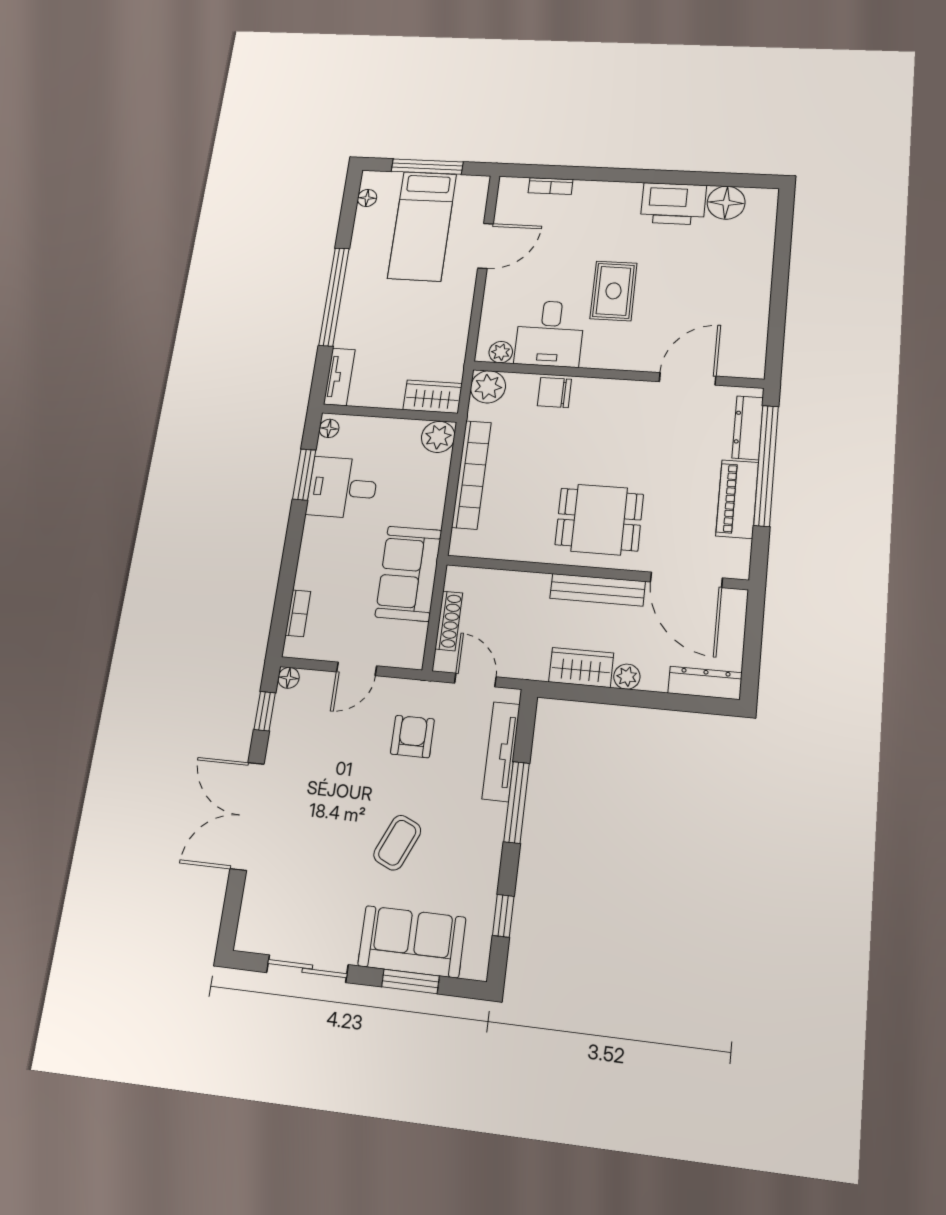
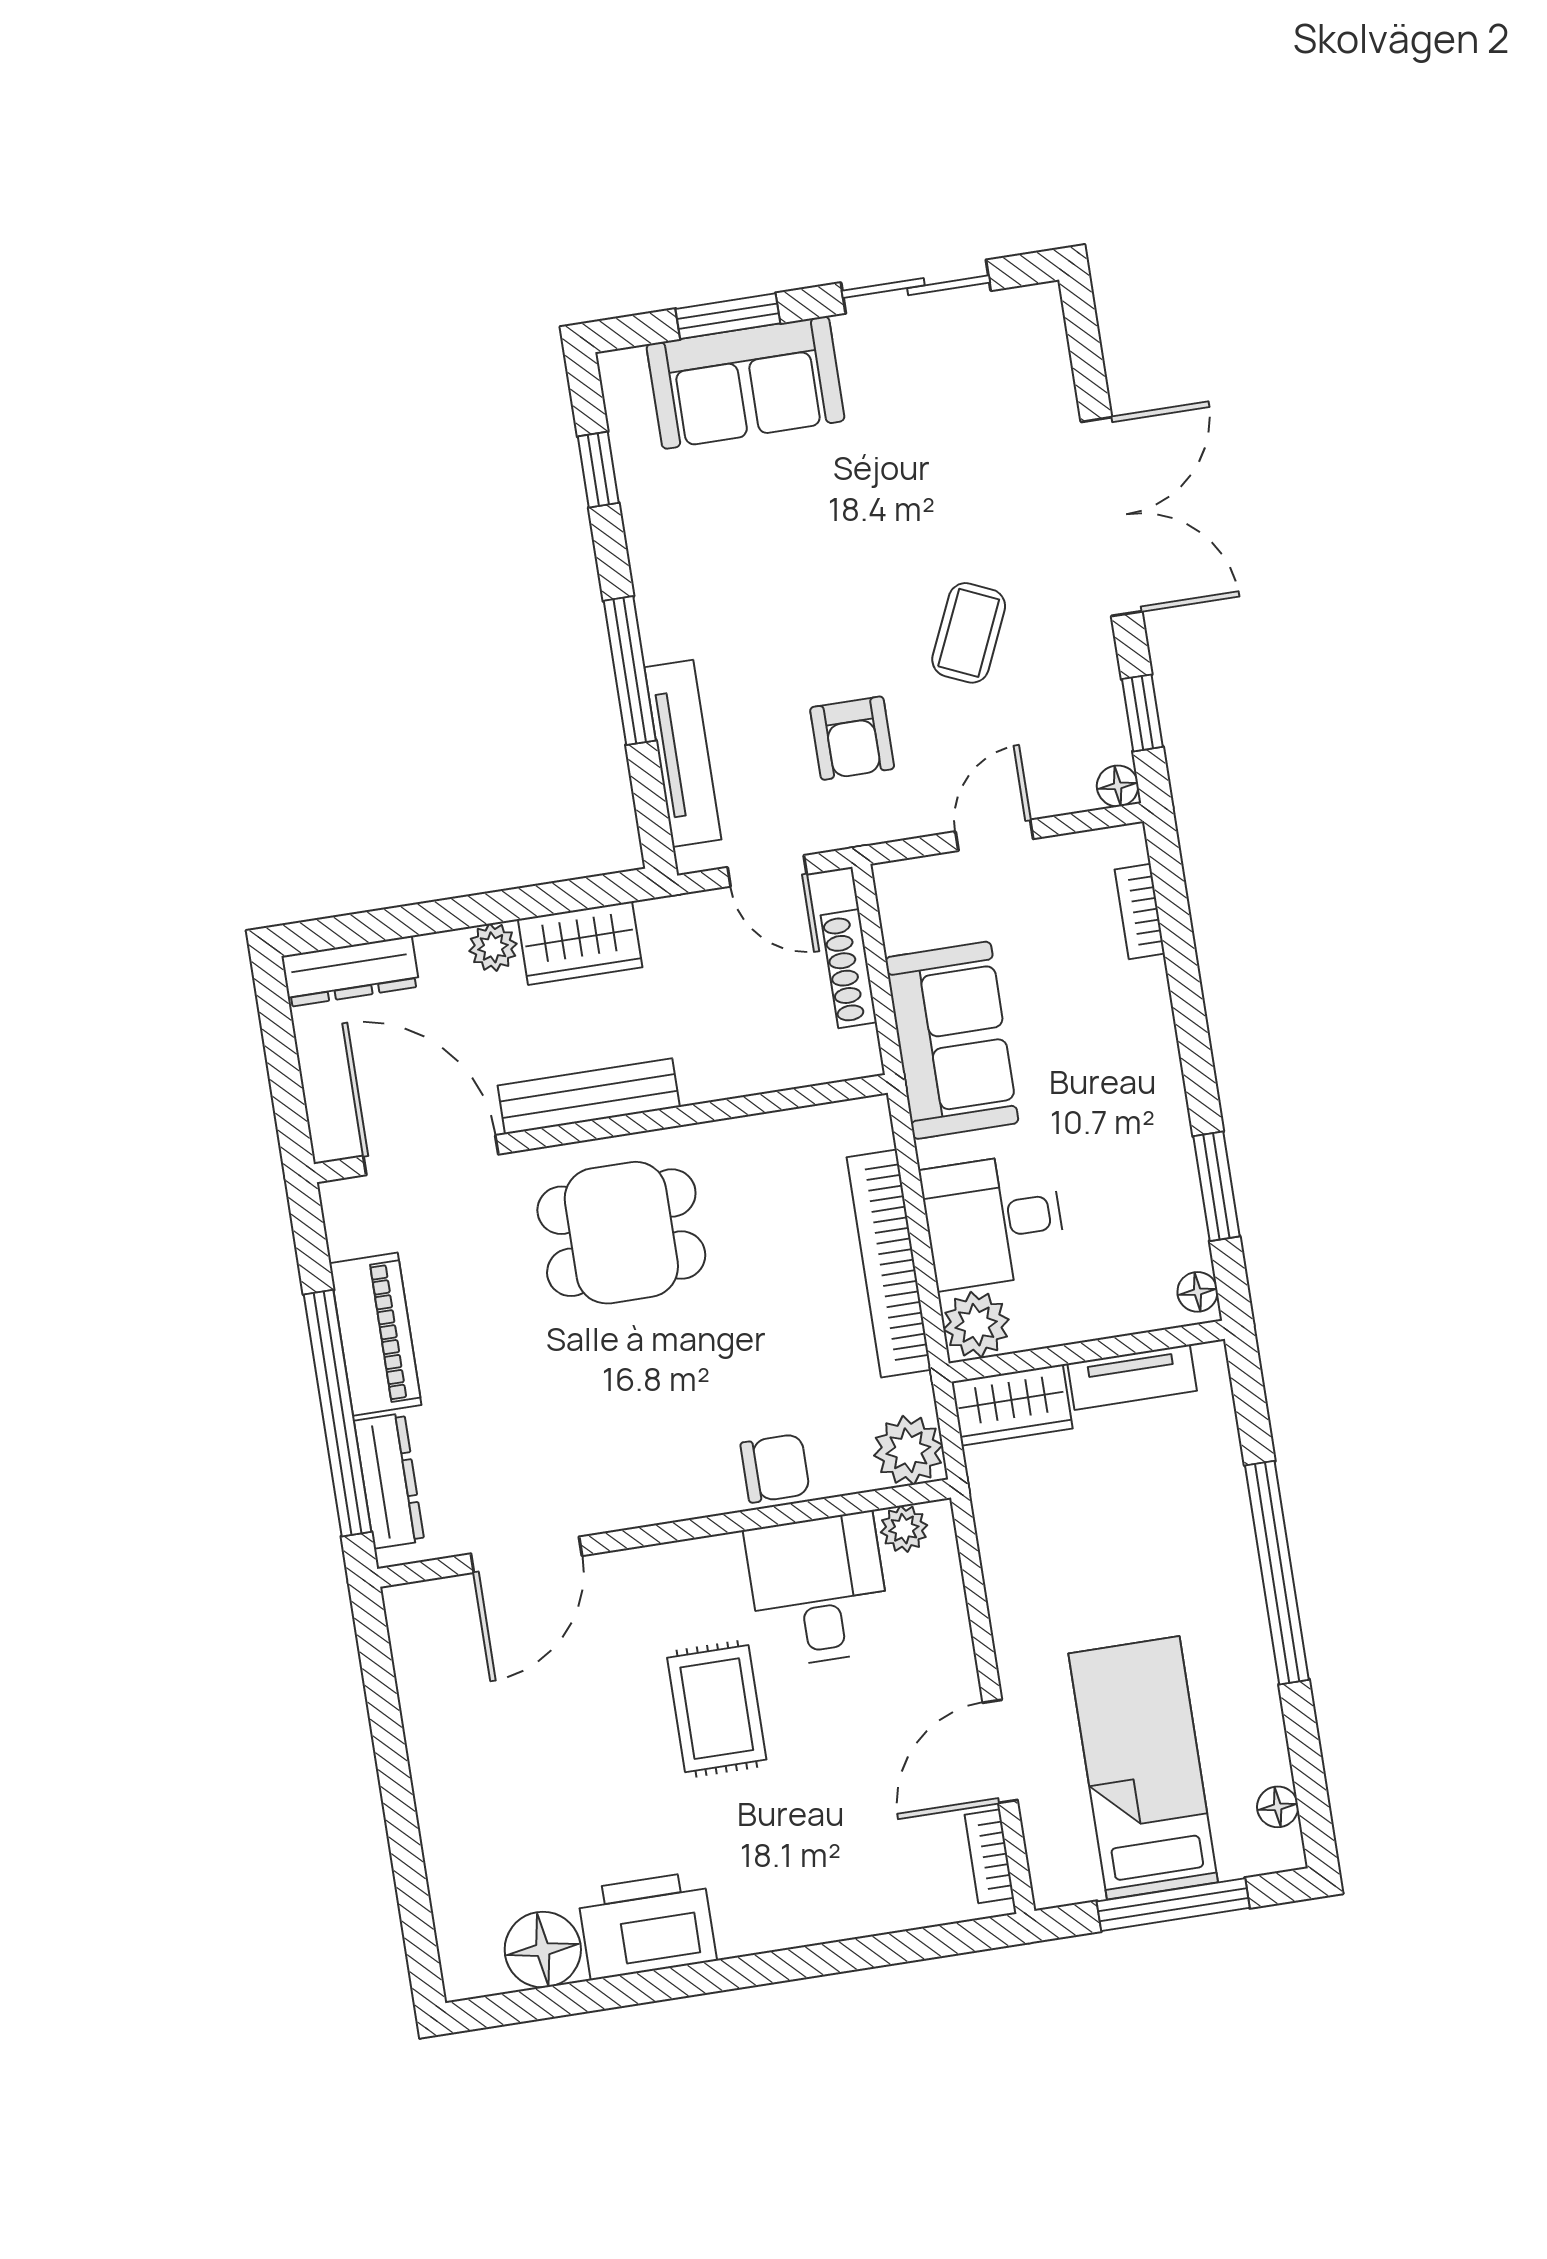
bookcase: (551, 186) -> (989, 1856), moved, turned -90
tv unit: (339, 377) -> (1132, 1377), moved, turned -90
desk: (342, 488) -> (994, 1221), moved, turned 180
coffee table: (397, 843) -> (969, 633), moved

